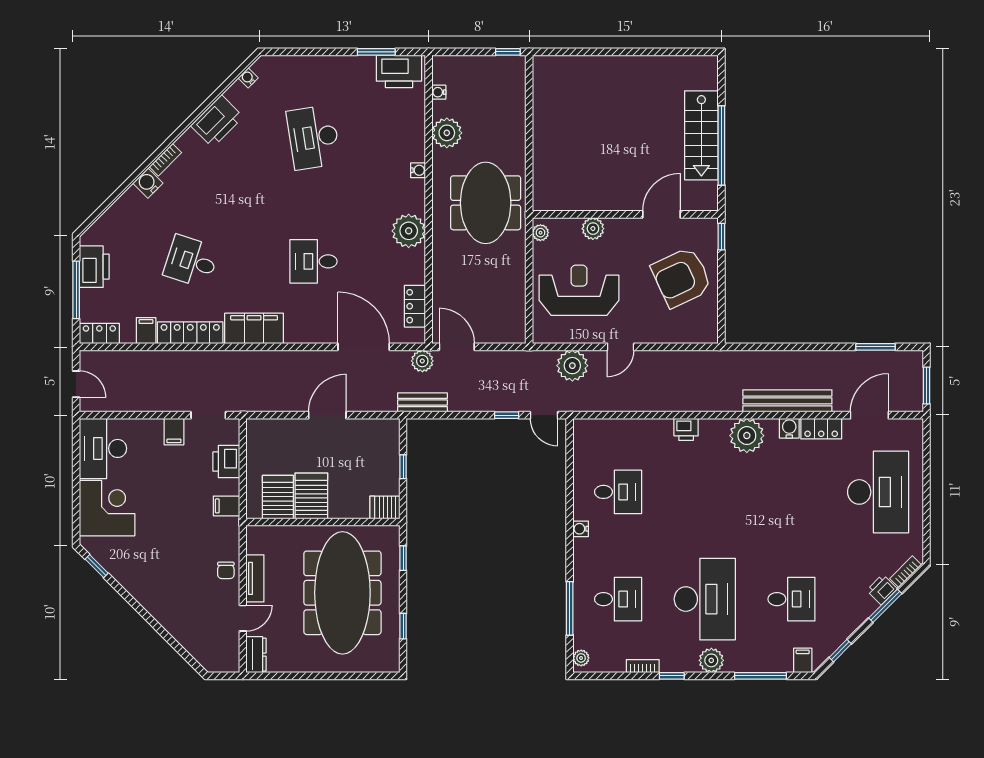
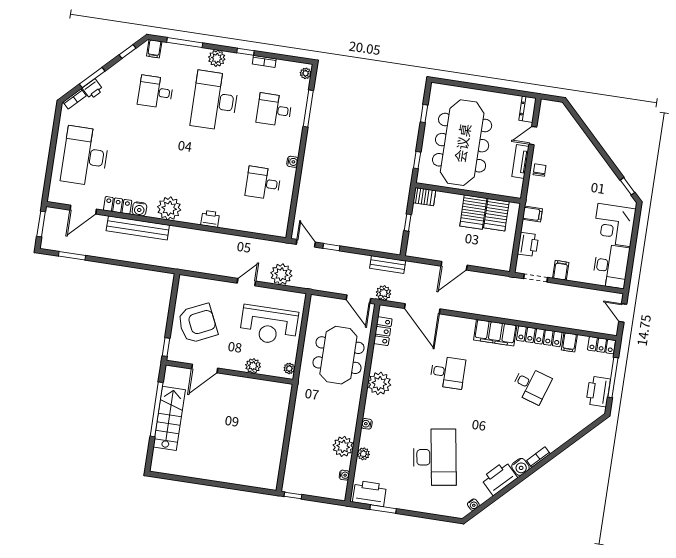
plant: (416, 127) -> (363, 454), added
desk: (313, 137) -> (435, 457), width x1.36, depth x1.30
water cooler: (148, 183) -> (520, 467), moved
meeting table: (486, 203) -> (338, 355), moved

